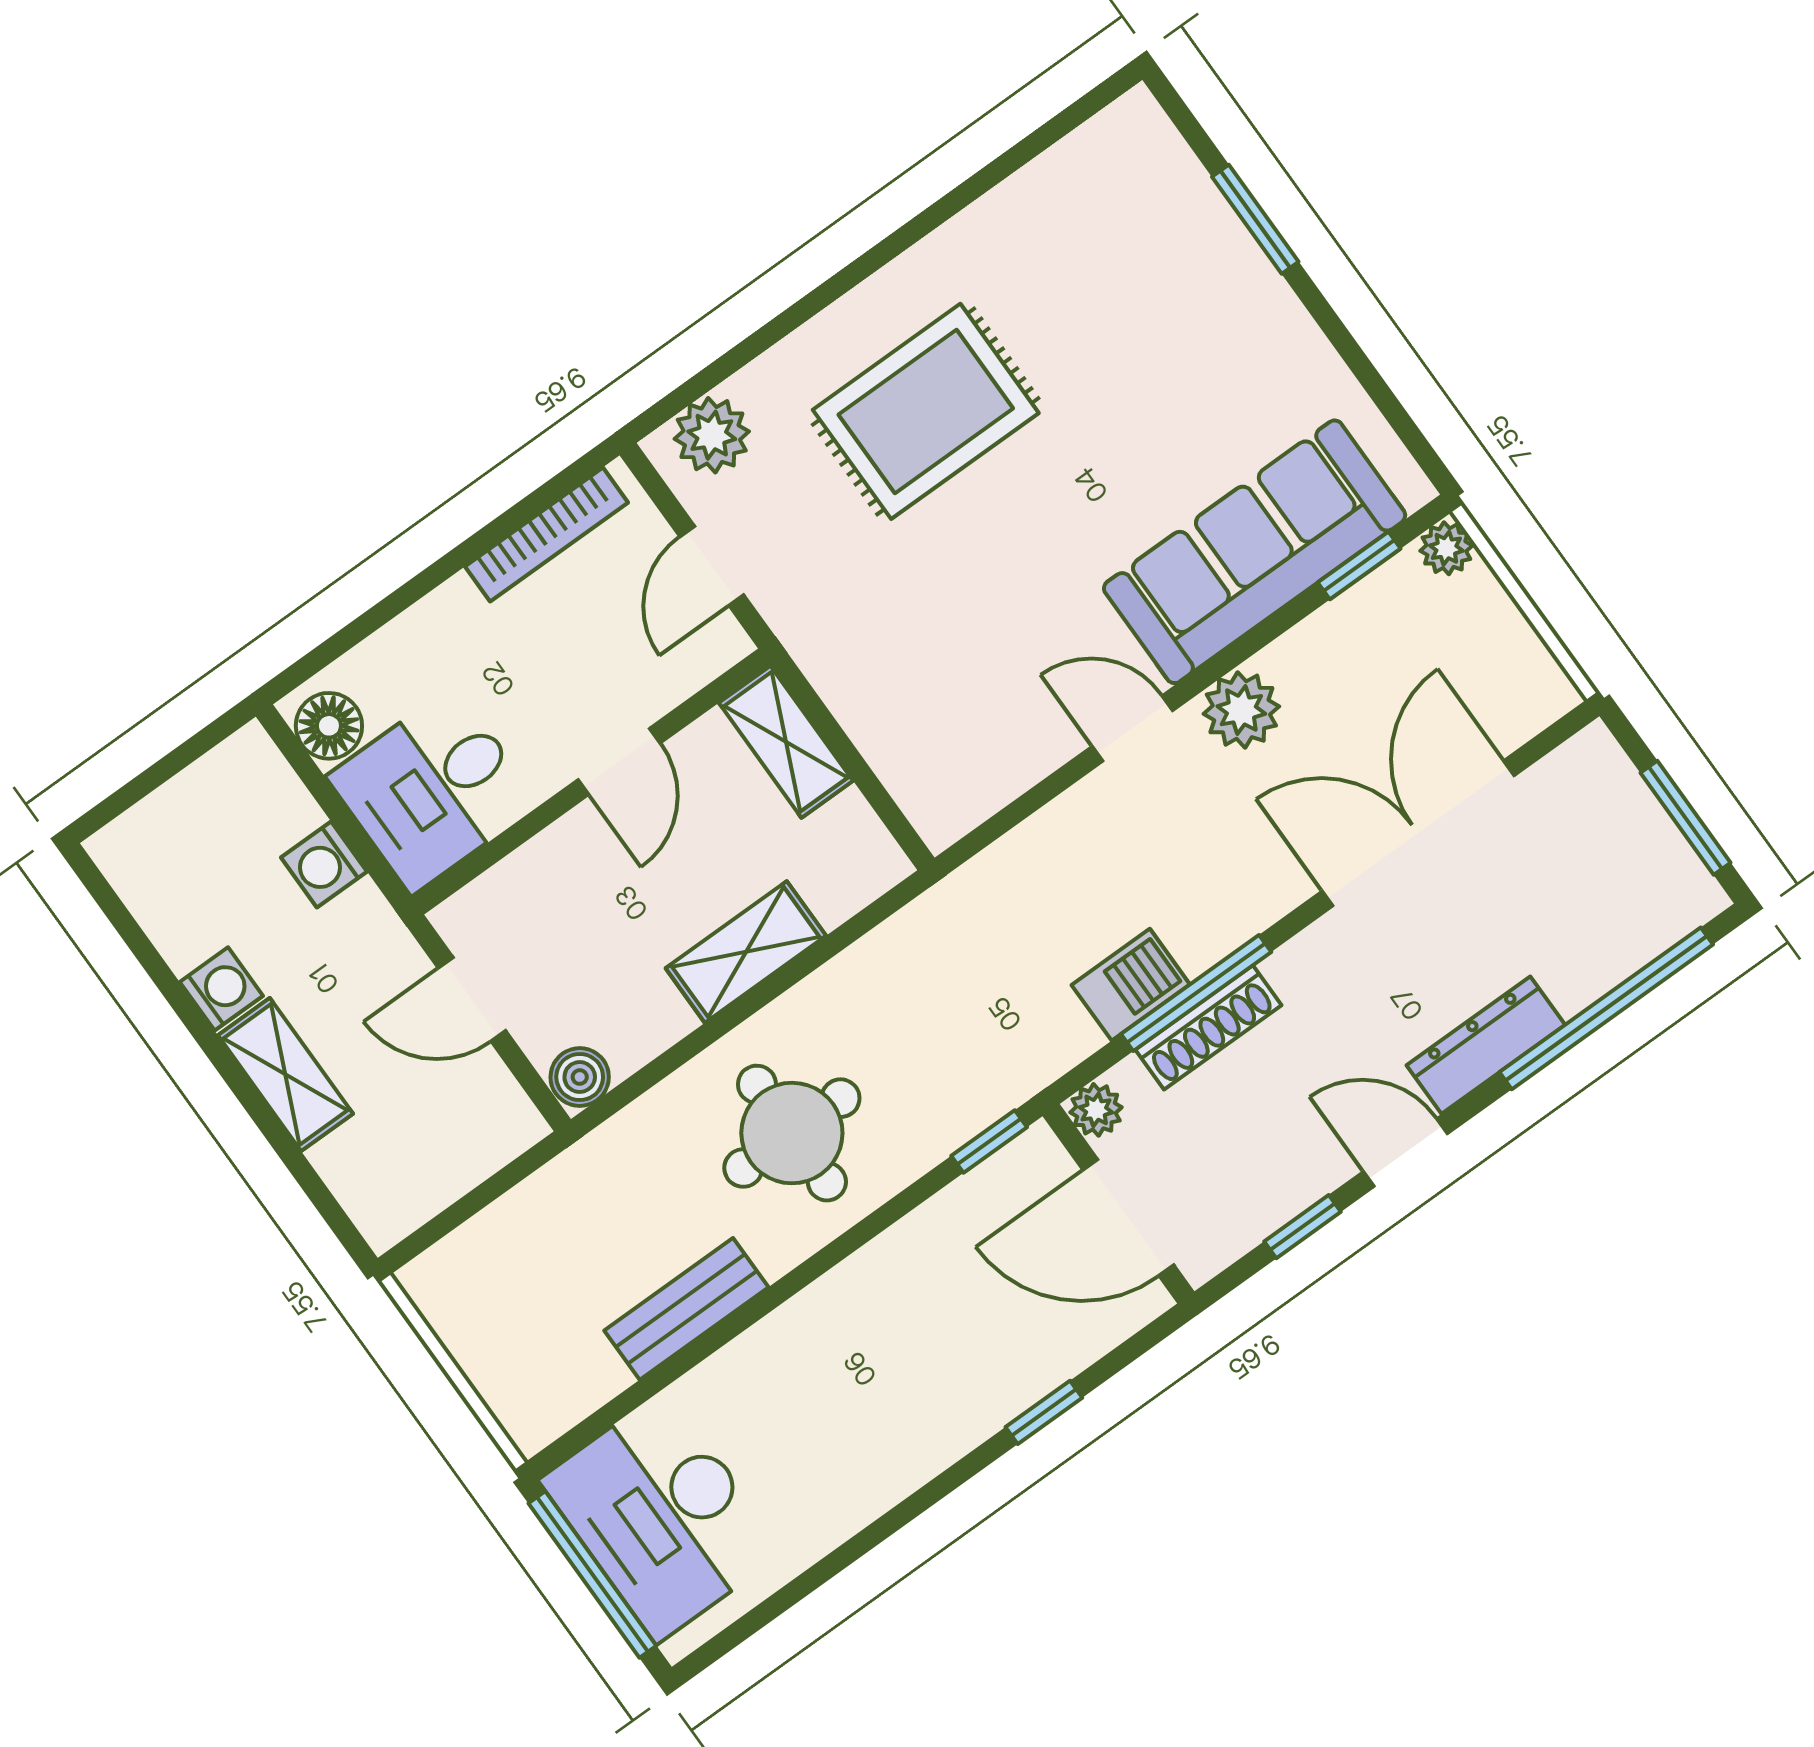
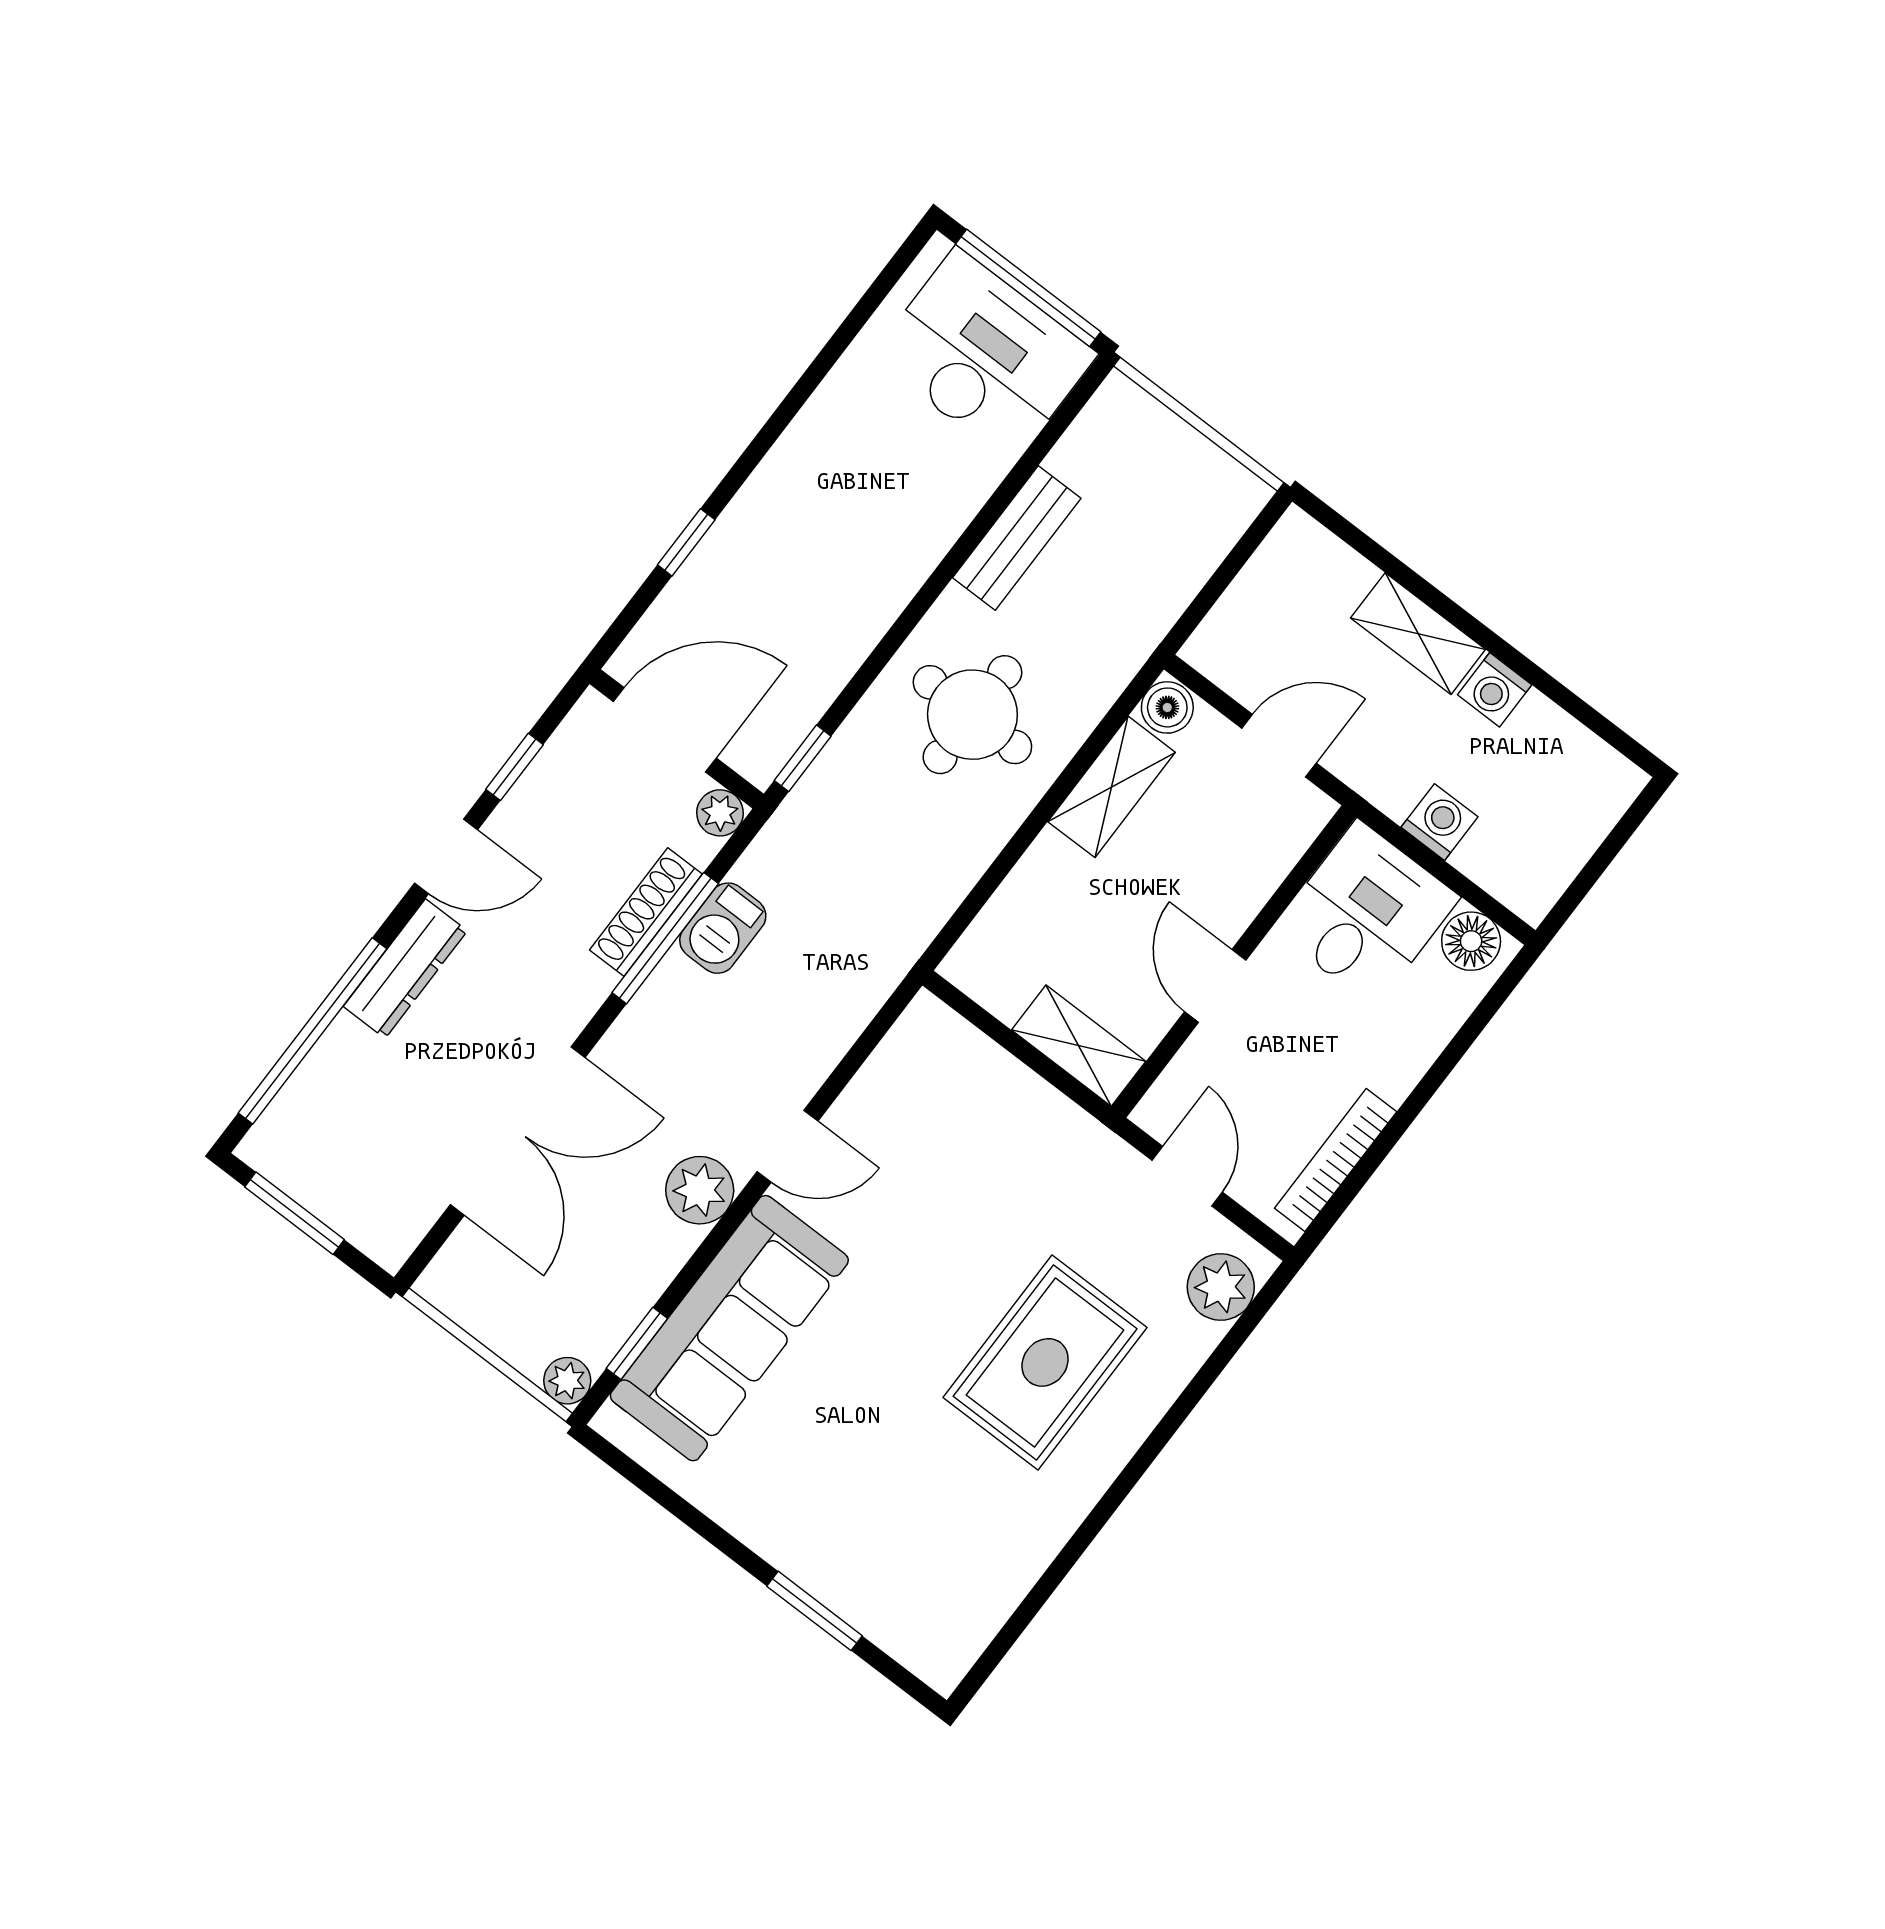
shelving: (746, 952) -> (1112, 787), moved

